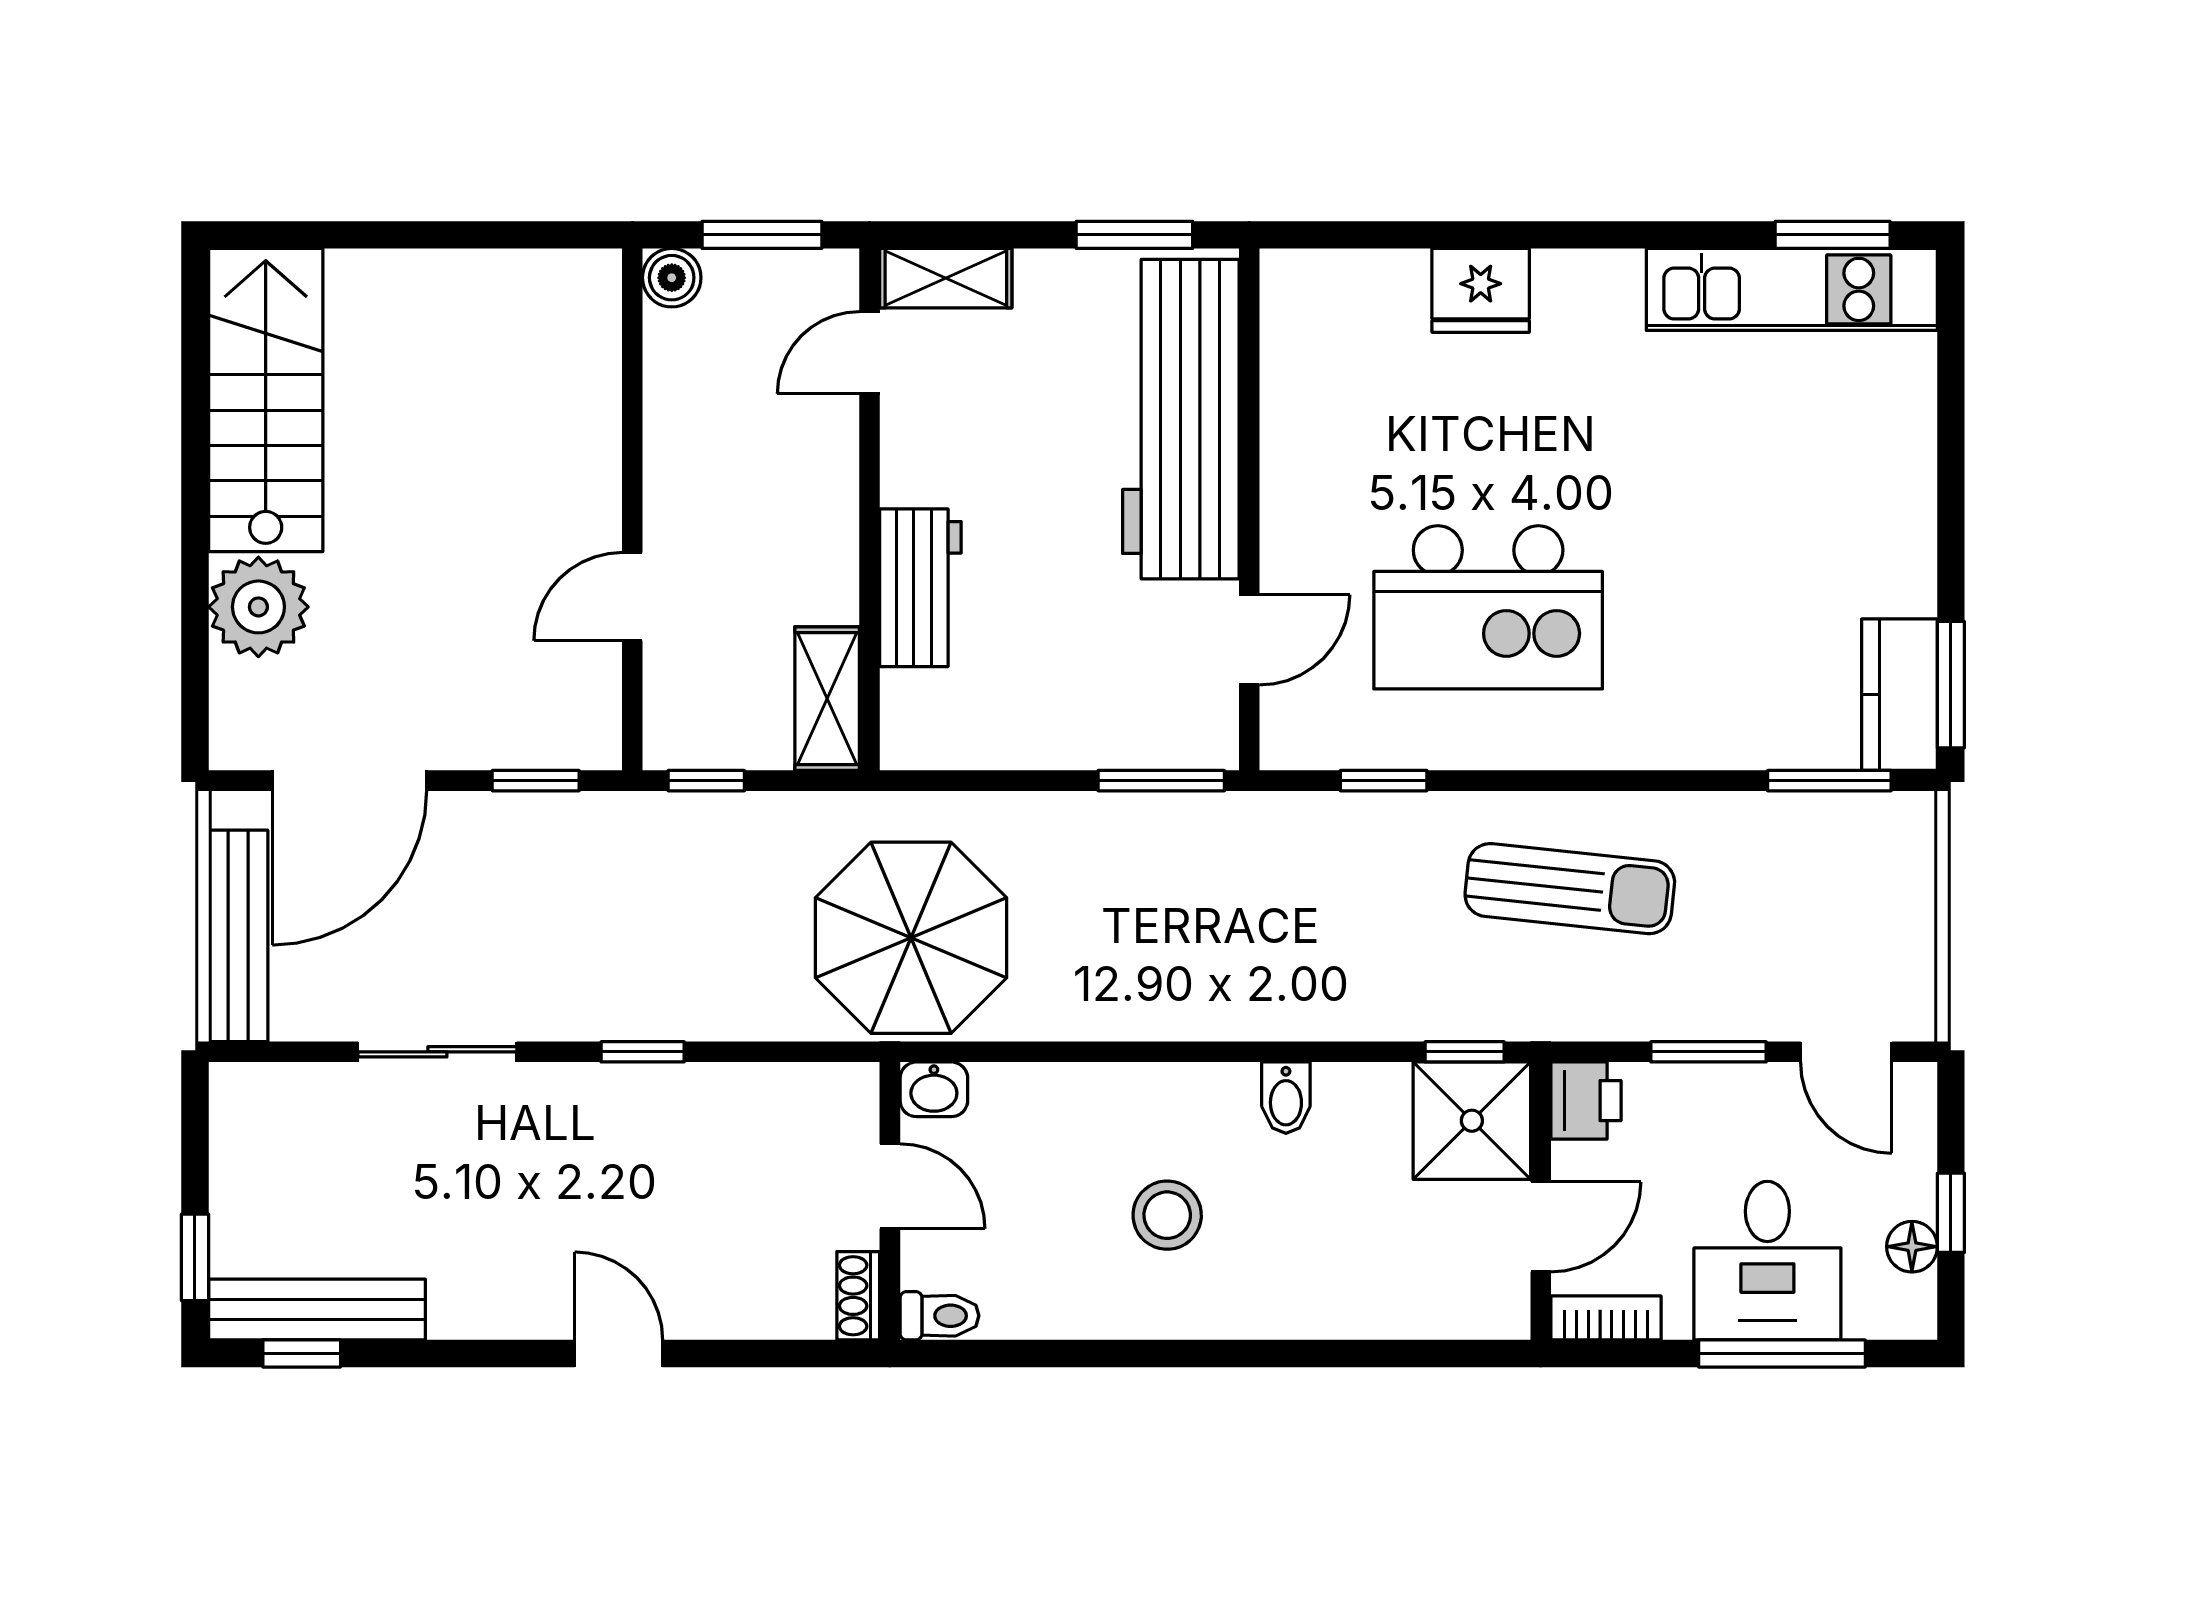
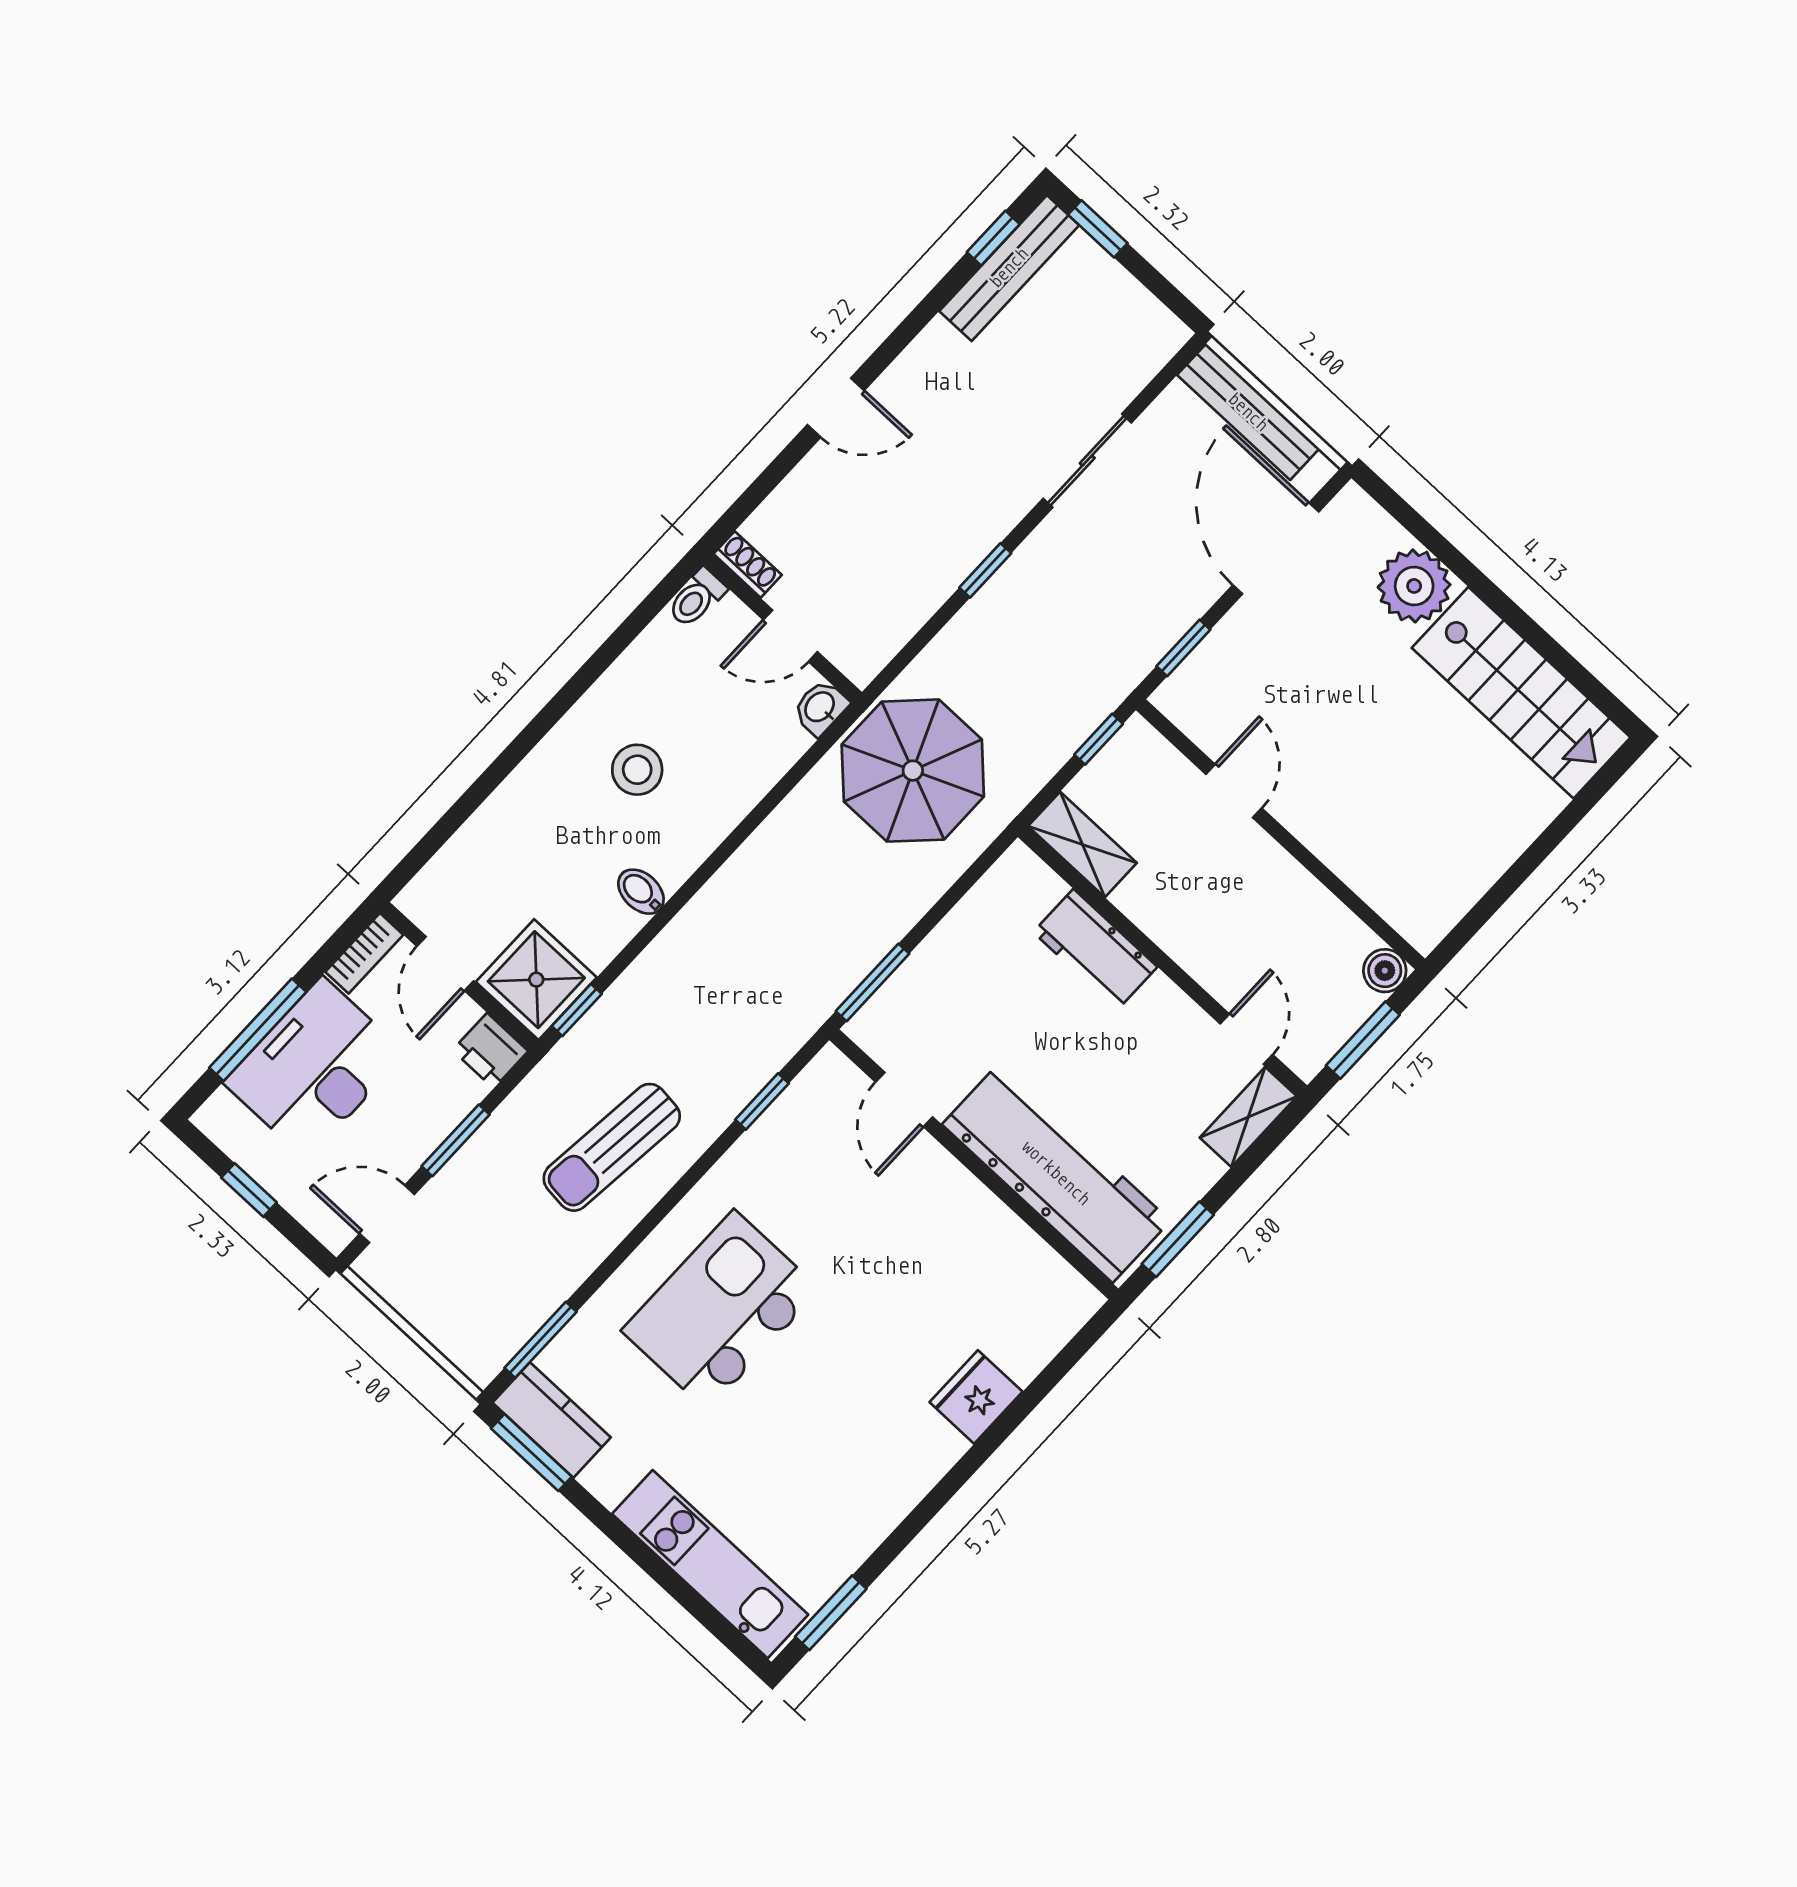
kitchen unit: (1792, 289) -> (710, 1564), moved, turned 90
kitchen island: (1488, 607) -> (721, 1310), moved
floor lamp: (1912, 1247) -> (250, 1152), removed
desk: (1767, 1261) -> (315, 1068), width x1.37

